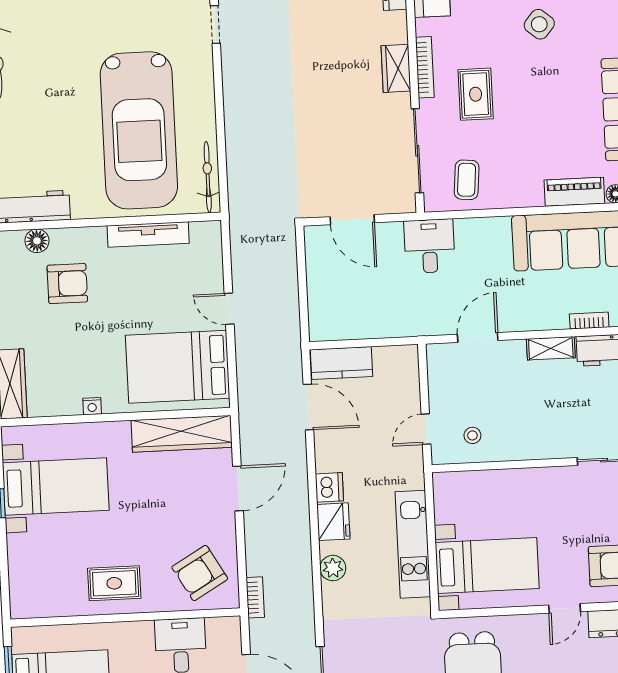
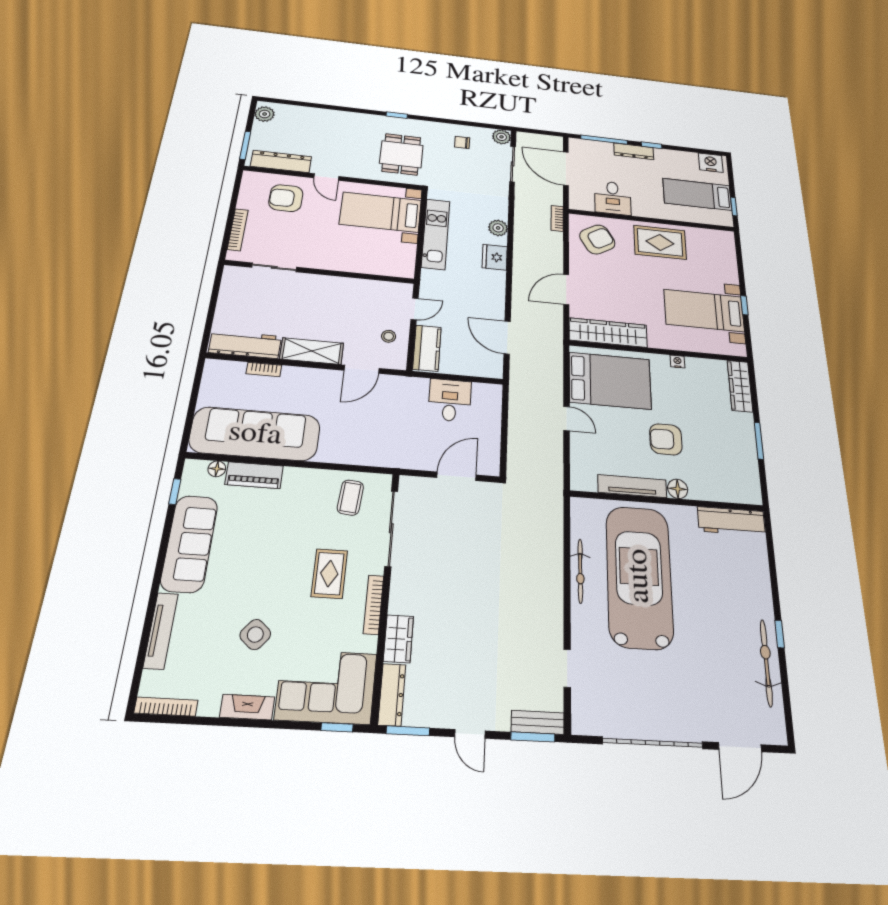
wardrobe: (396, 68) -> (398, 639), moved
bicycle: (208, 177) -> (580, 571), moved
door: (352, 220) -> (457, 476), hinge flipped
floor lamp: (37, 241) -> (678, 489), moved
desk: (429, 246) -> (450, 400), moved, turned 180
armchair: (67, 284) -> (666, 439), moved
shelving: (551, 348) -> (312, 351), width x1.50, depth x1.33
kitchen counter: (341, 363) -> (427, 348), moved, turned 90
stool: (472, 435) -> (389, 336), moved
dishwasher: (329, 487) -> (496, 280), removed
rug: (114, 583) -> (660, 242), width x1.36, depth x1.43
door: (565, 608) -> (326, 177), swing flipped

